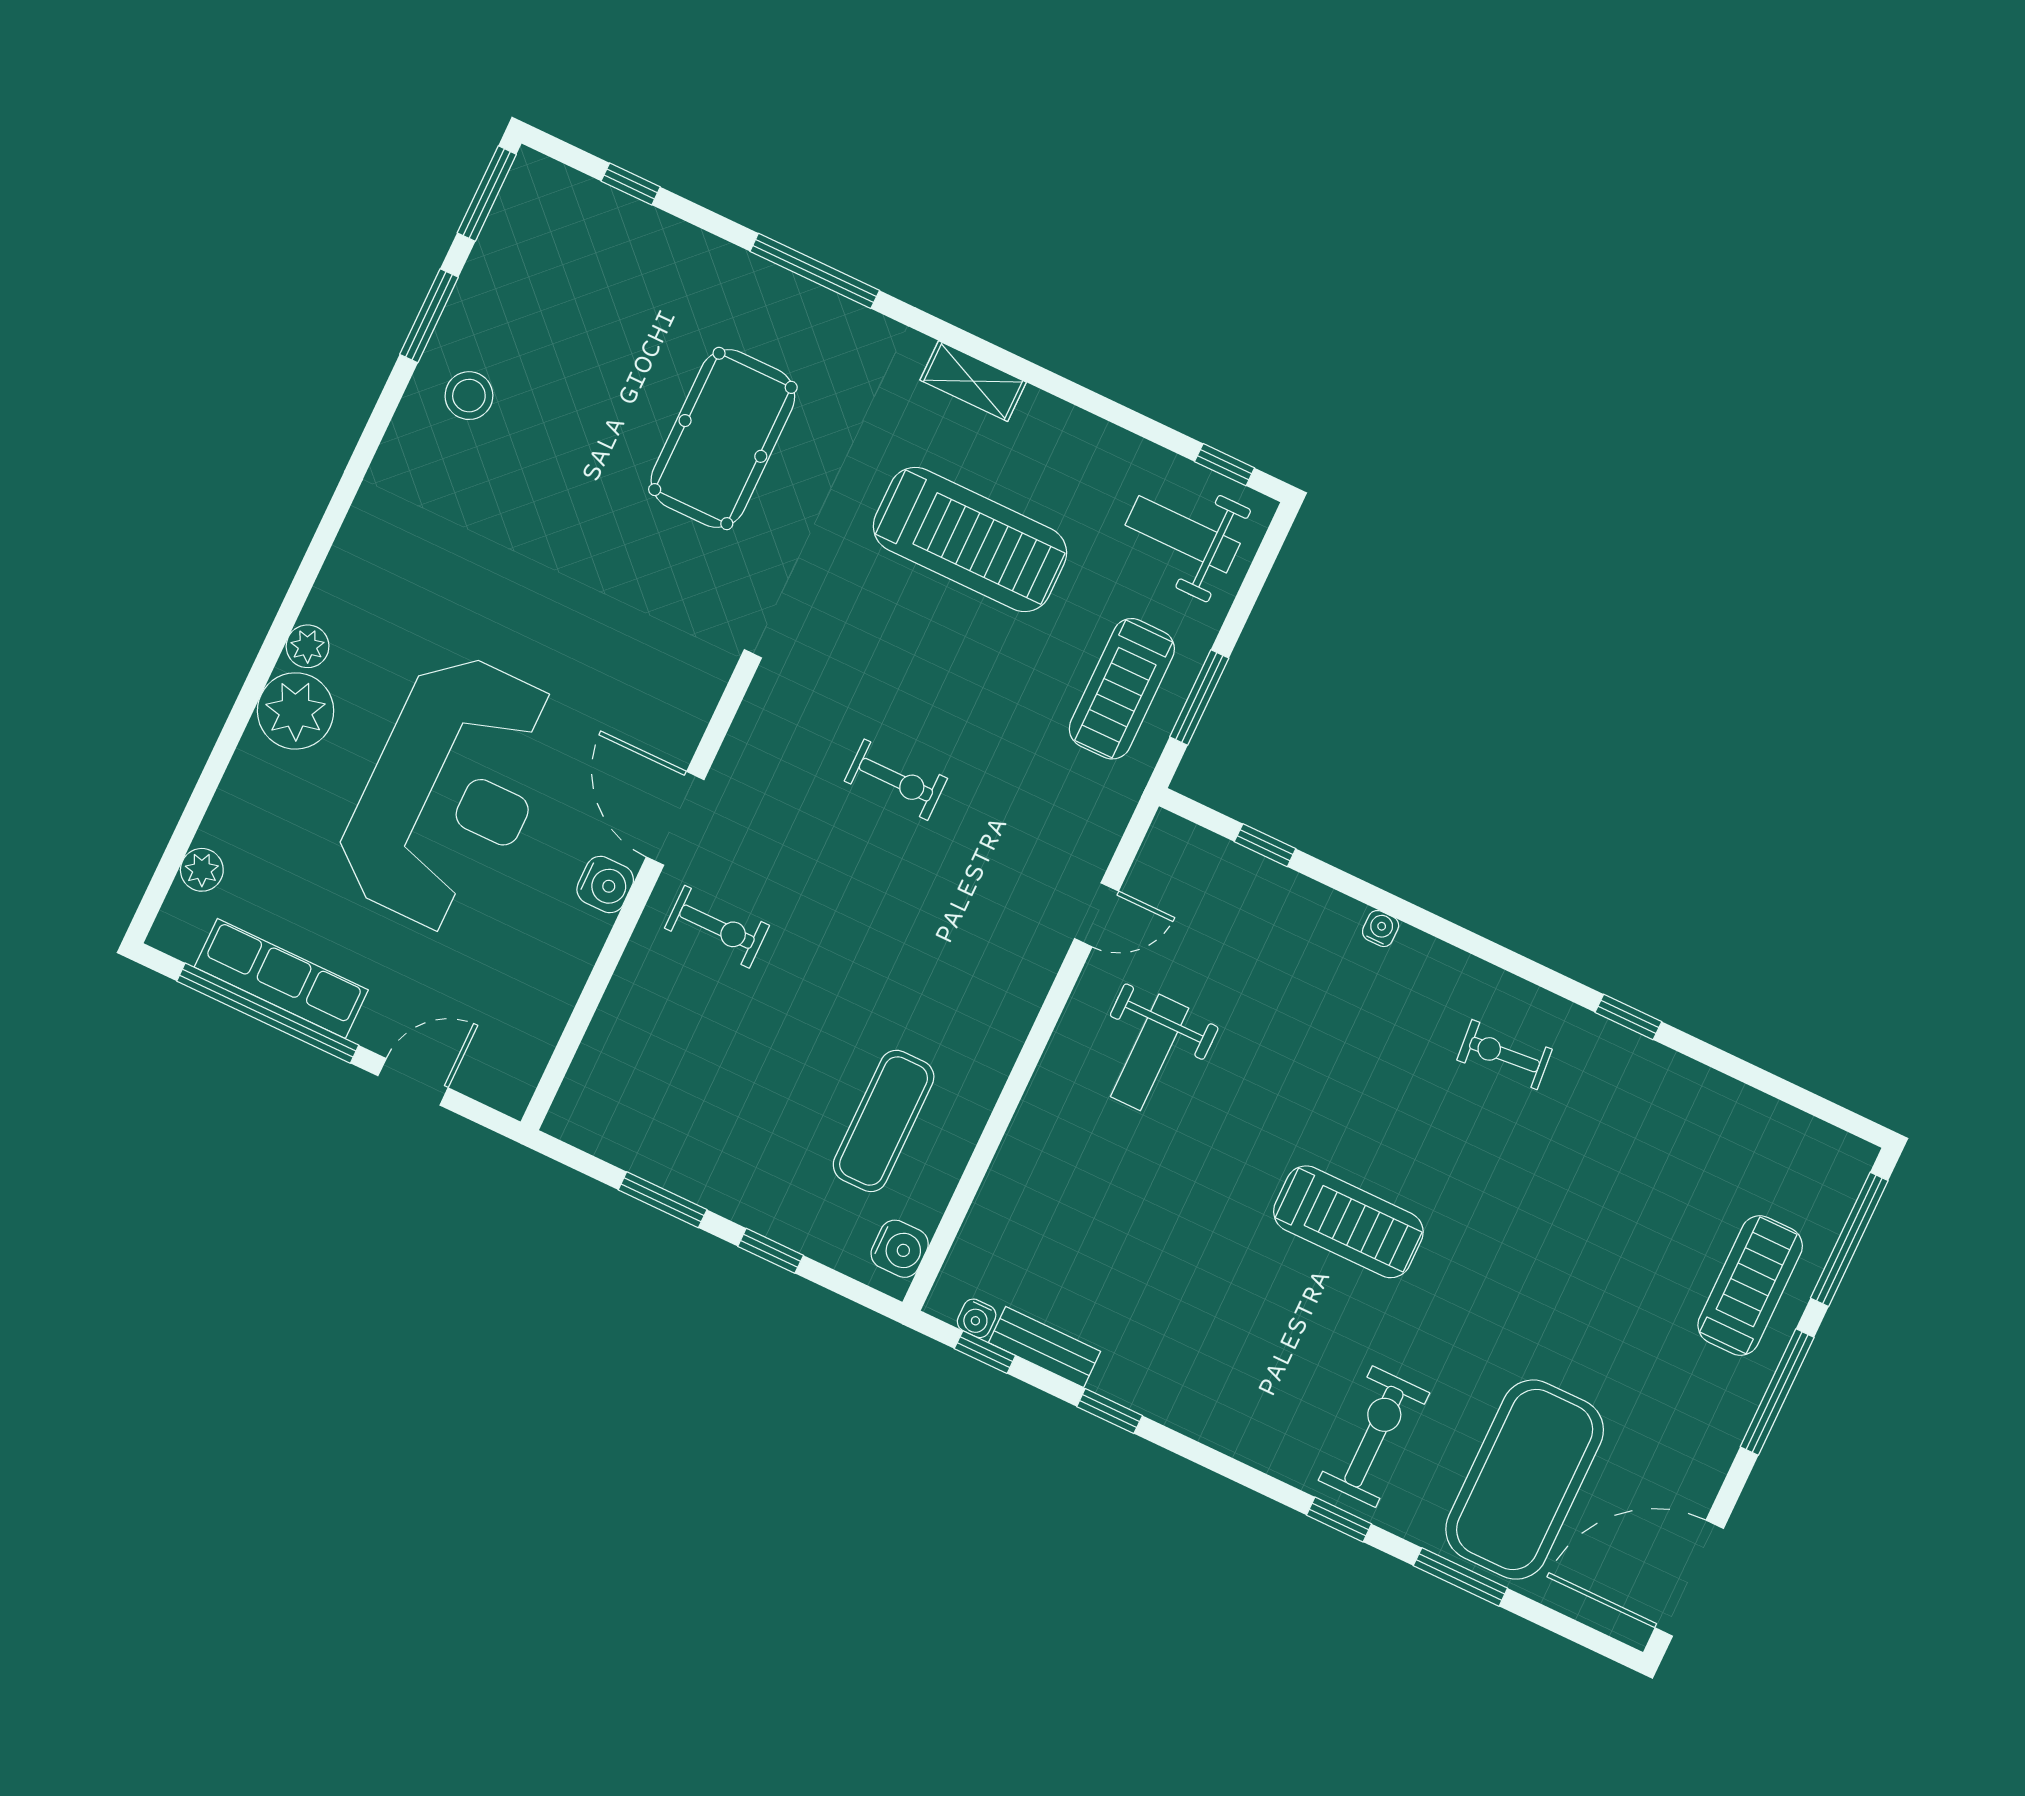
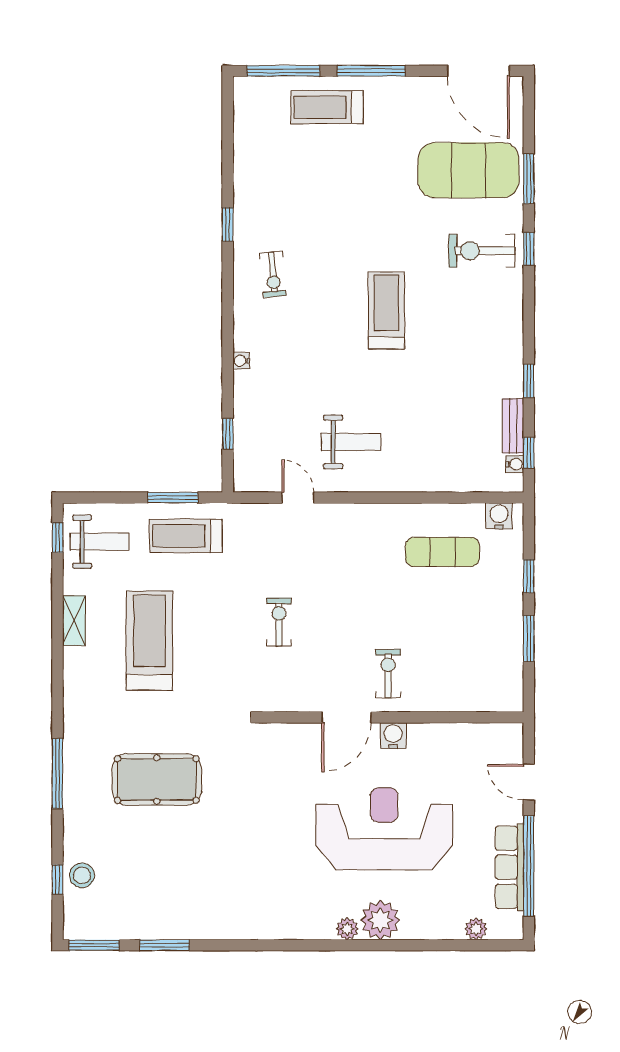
shelving: (973, 381) -> (74, 621), moved
stool: (469, 396) -> (82, 875), moved
weight bench: (1183, 534) -> (100, 542), turned -90
treadmill: (1122, 689) -> (186, 536), turned 180

